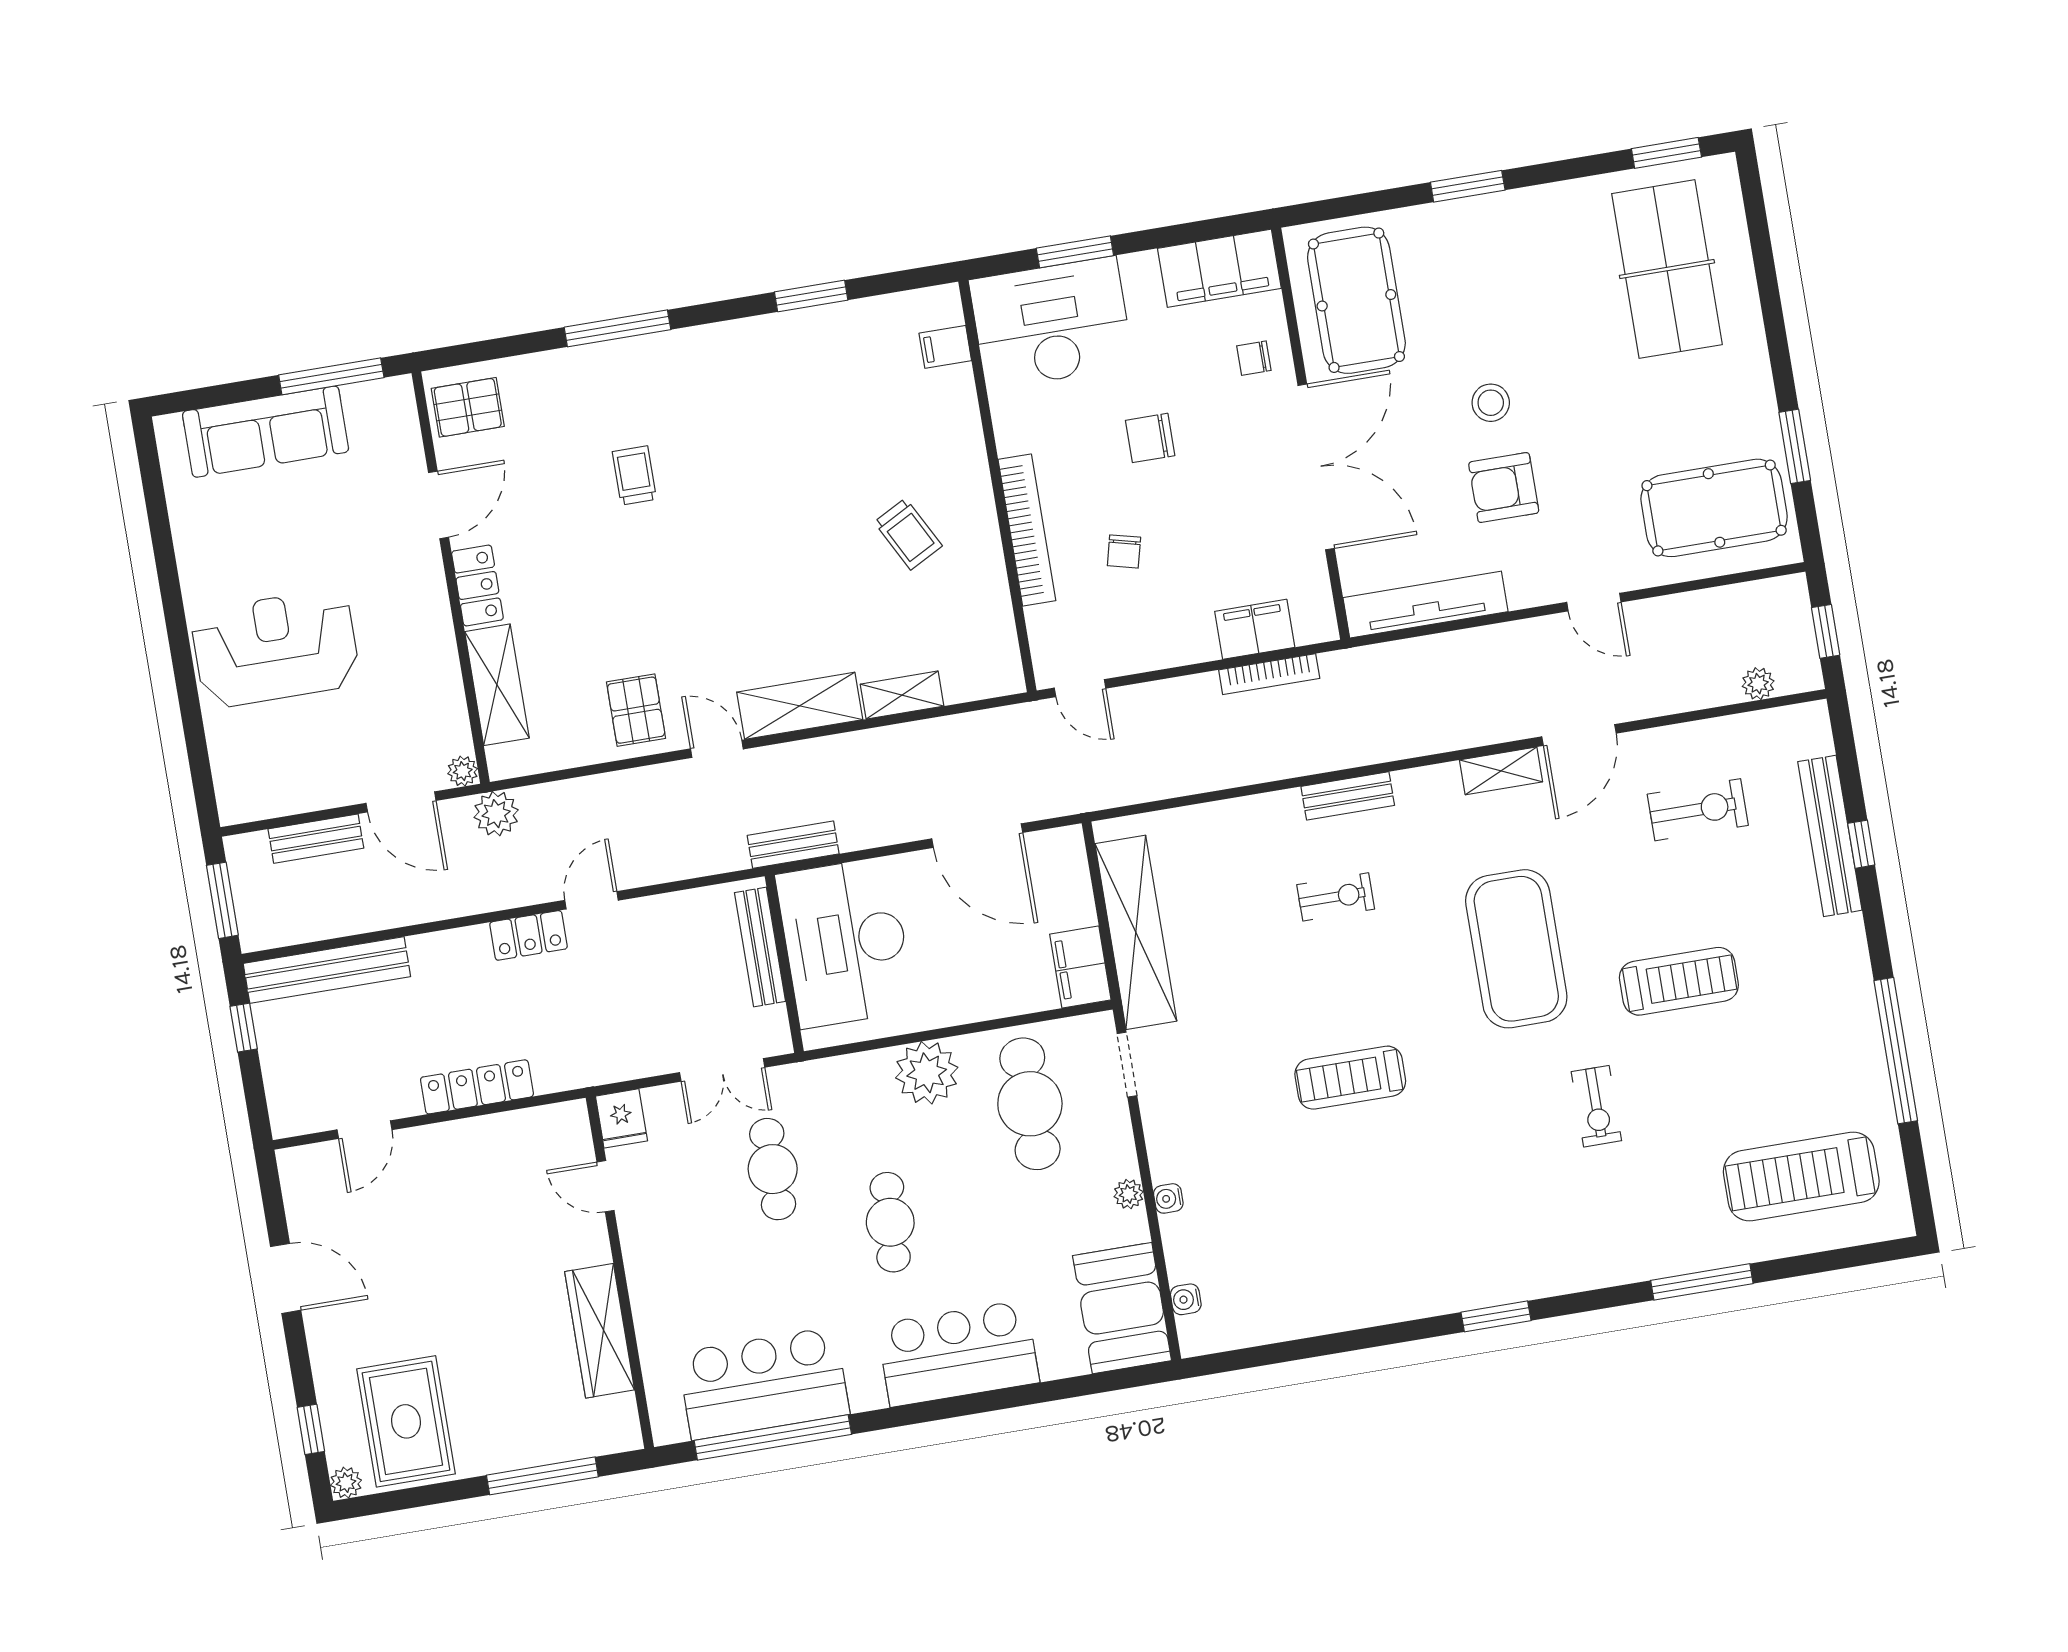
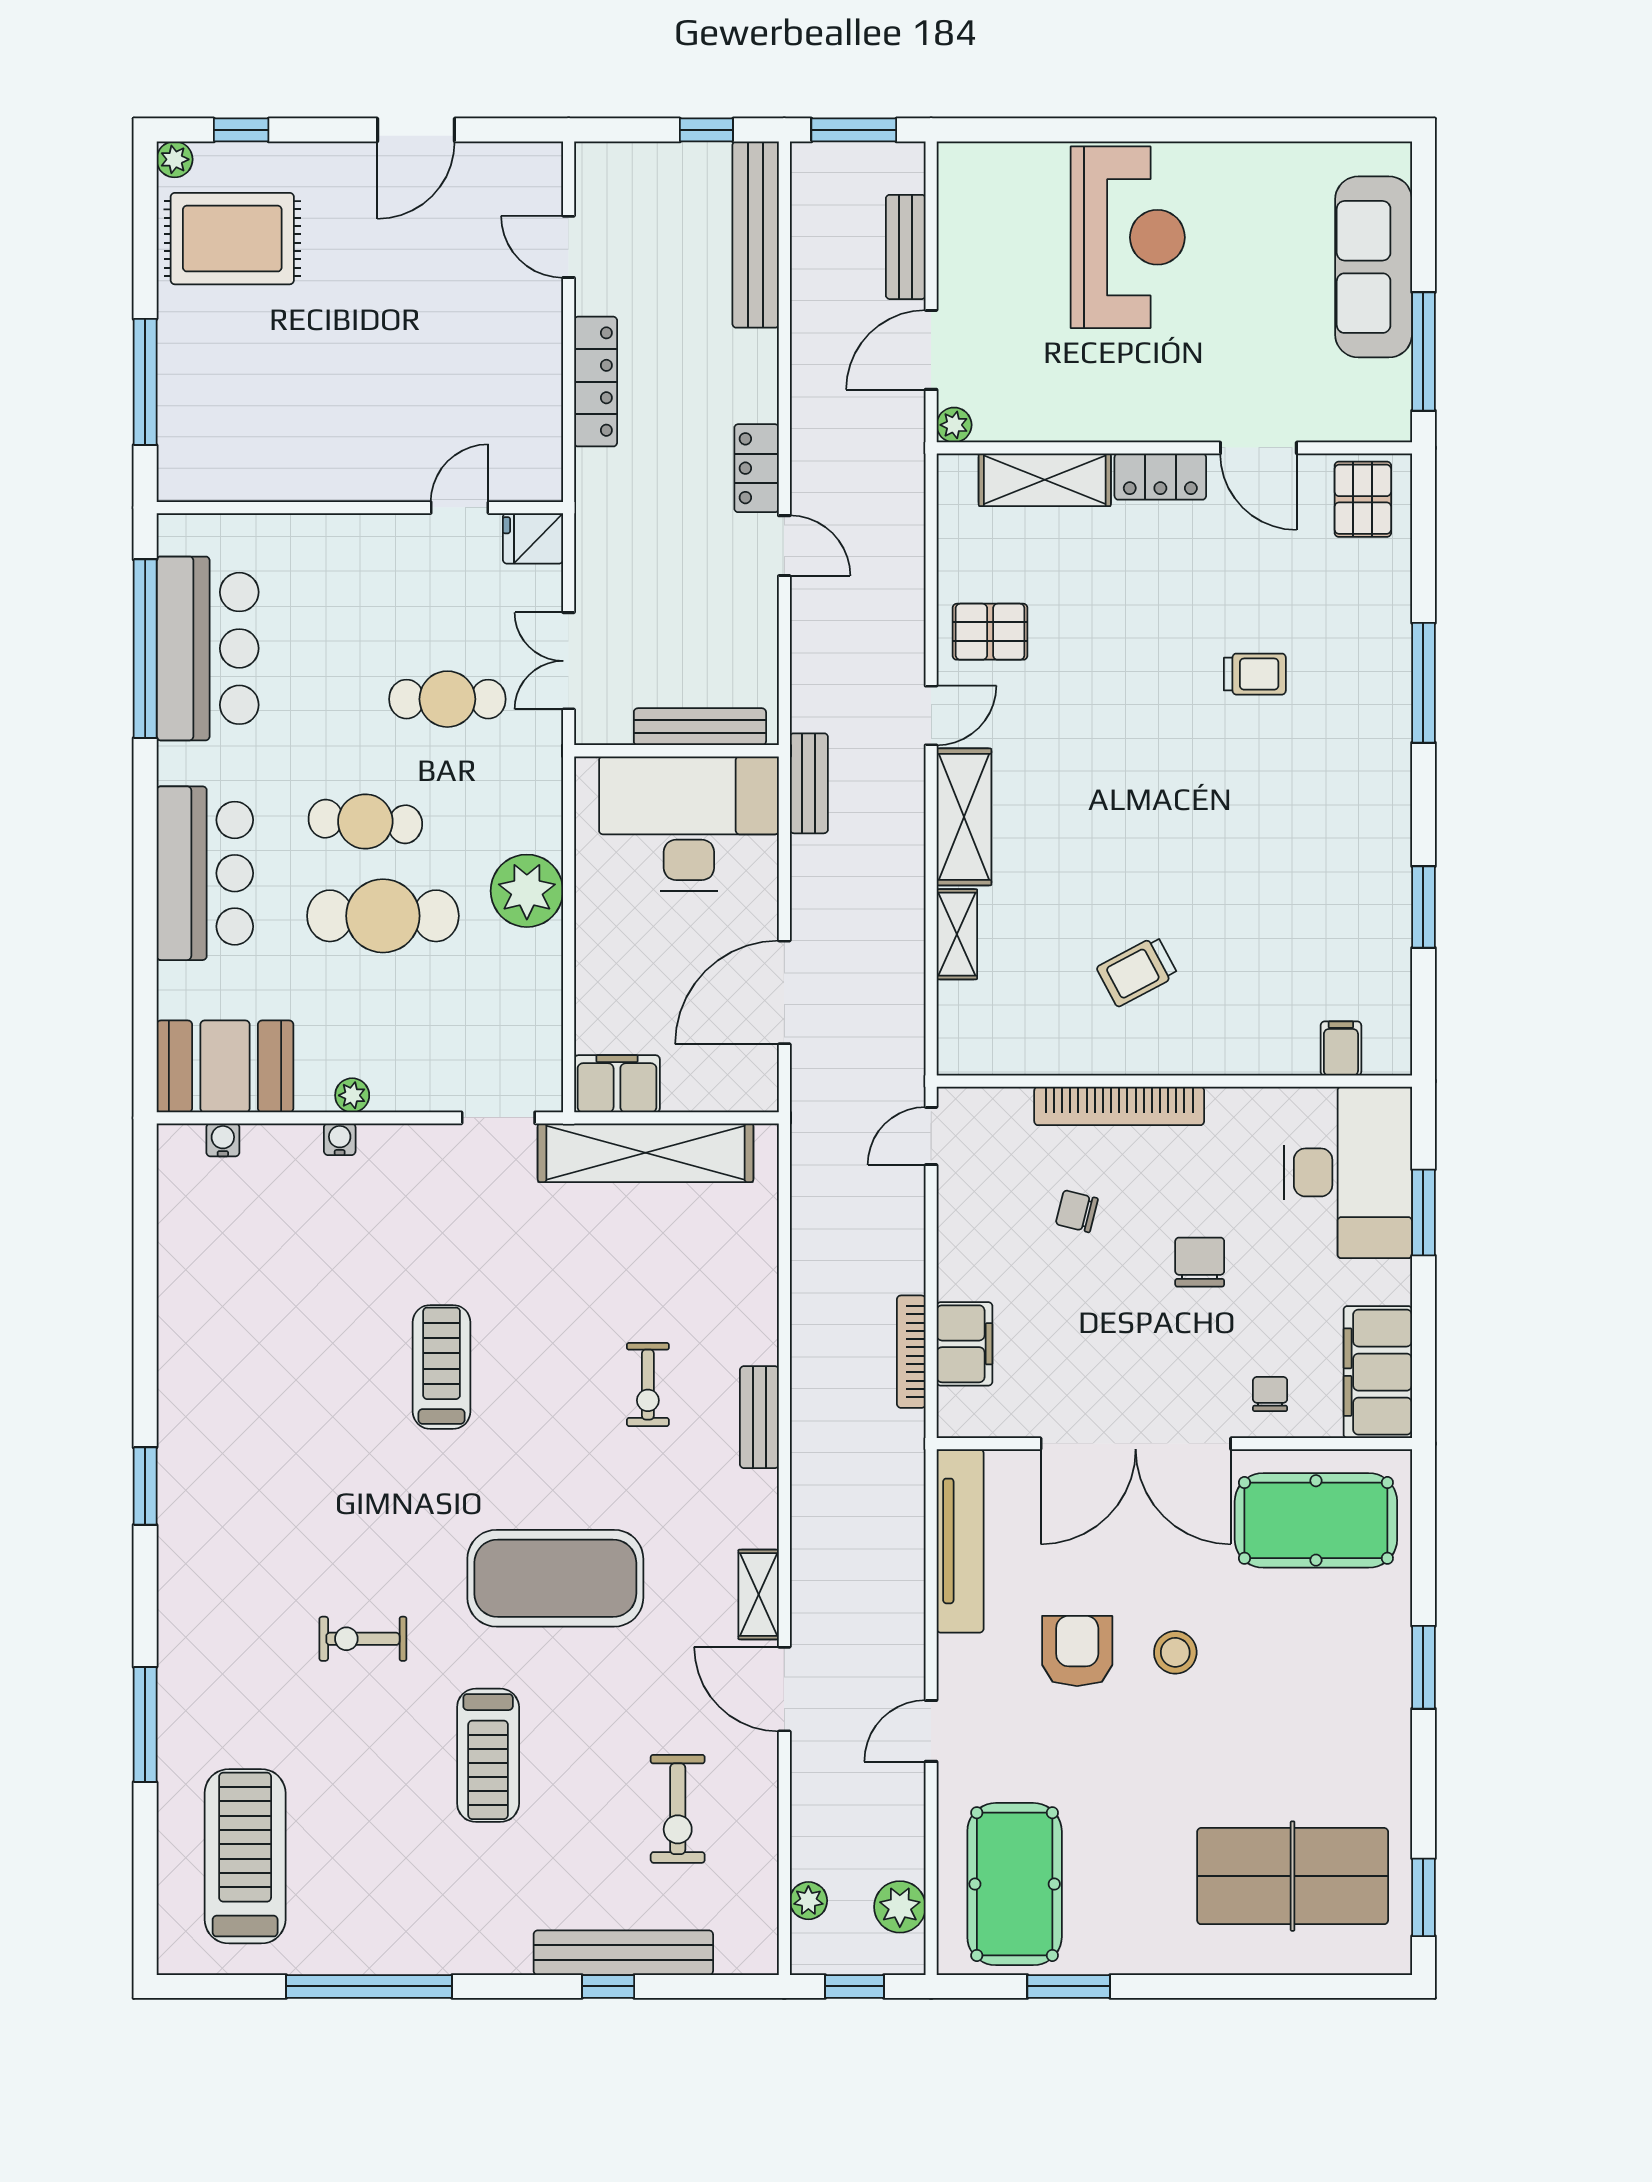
plant: (496, 814) -> (900, 1907), moved
cafe table: (1030, 1104) -> (383, 916), moved
wardrobe: (600, 1331) -> (298, 474), removed

